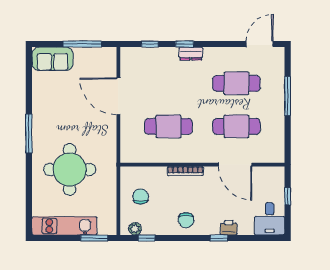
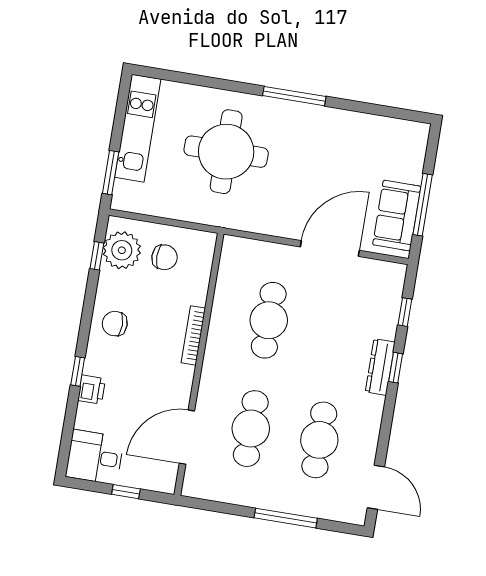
dresser: (191, 54) -> (380, 367), width x1.44
sofa: (53, 59) -> (397, 216), moved
door: (235, 165) -> (187, 437), moved
plant: (135, 229) -> (122, 250), width x1.88, depth x1.88

